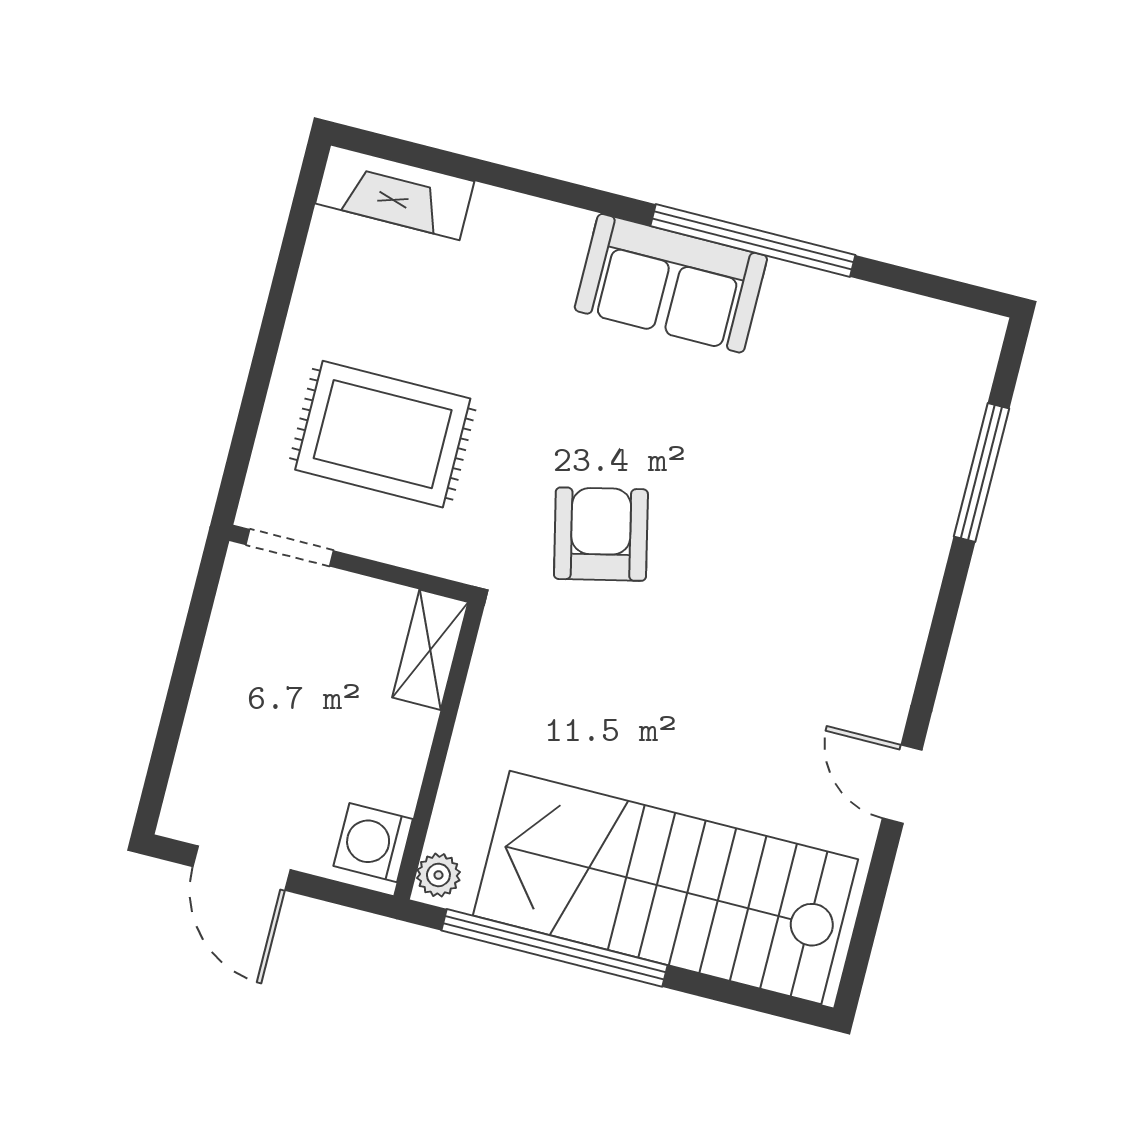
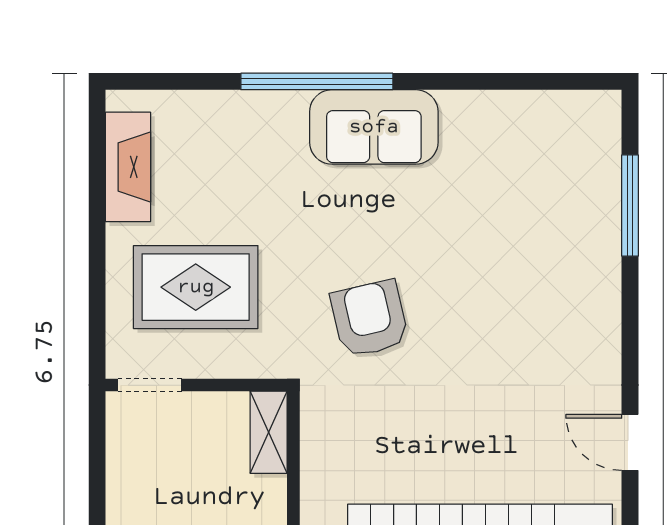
fireplace: (395, 192) -> (128, 167), moved, turned -90
window: (753, 240) -> (317, 81), moved

